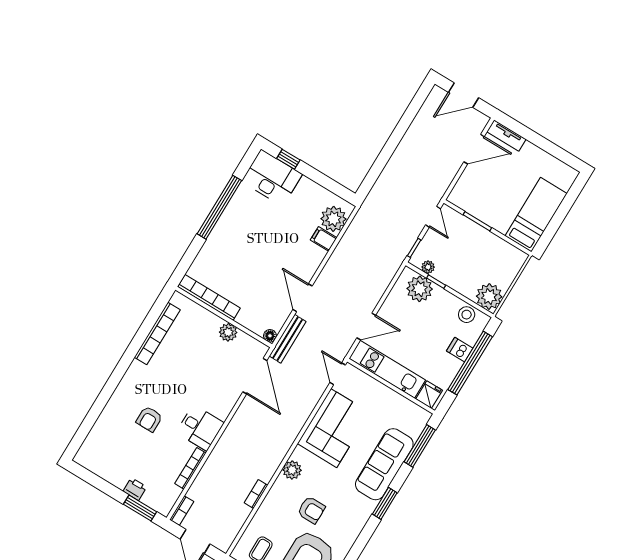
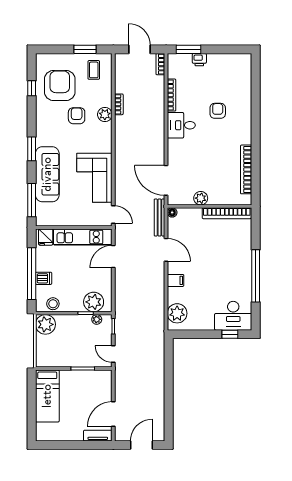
filing cabinet: (324, 239) -> (176, 280), moved
plant: (292, 470) -> (105, 114), moved
armchair: (311, 510) -> (77, 116), turned 90

